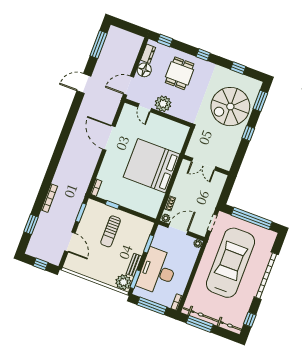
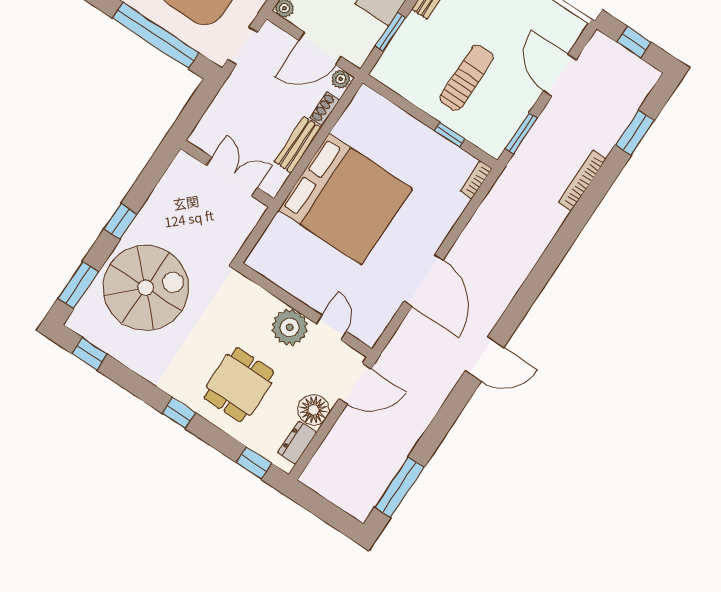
window: (238, 68) -> (90, 354), moved
door: (84, 83) -> (485, 359), moved
bench: (178, 185) -> (298, 145), added

